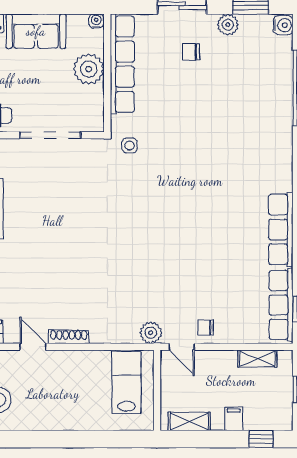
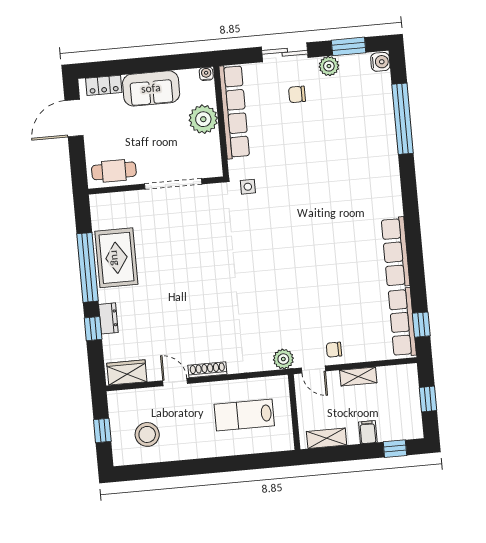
shelving: (257, 359) -> (358, 376), moved
lab bench: (126, 383) -> (244, 415), moved, turned -90

